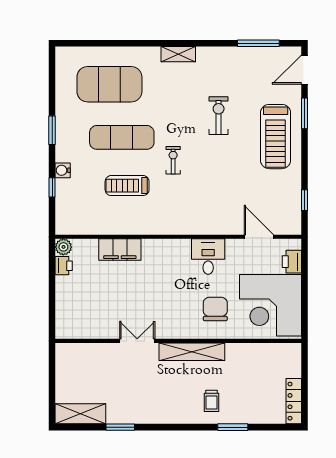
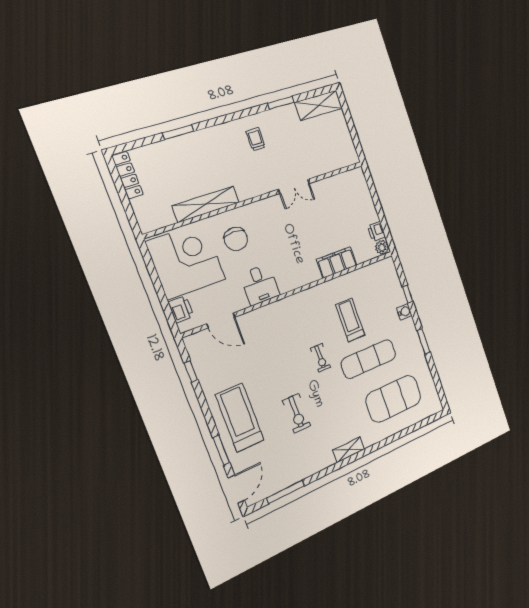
treadmill: (127, 186) -> (350, 320), turned -90
shelving: (192, 352) -> (206, 204), moved
trolley: (211, 401) -> (256, 139), moved

